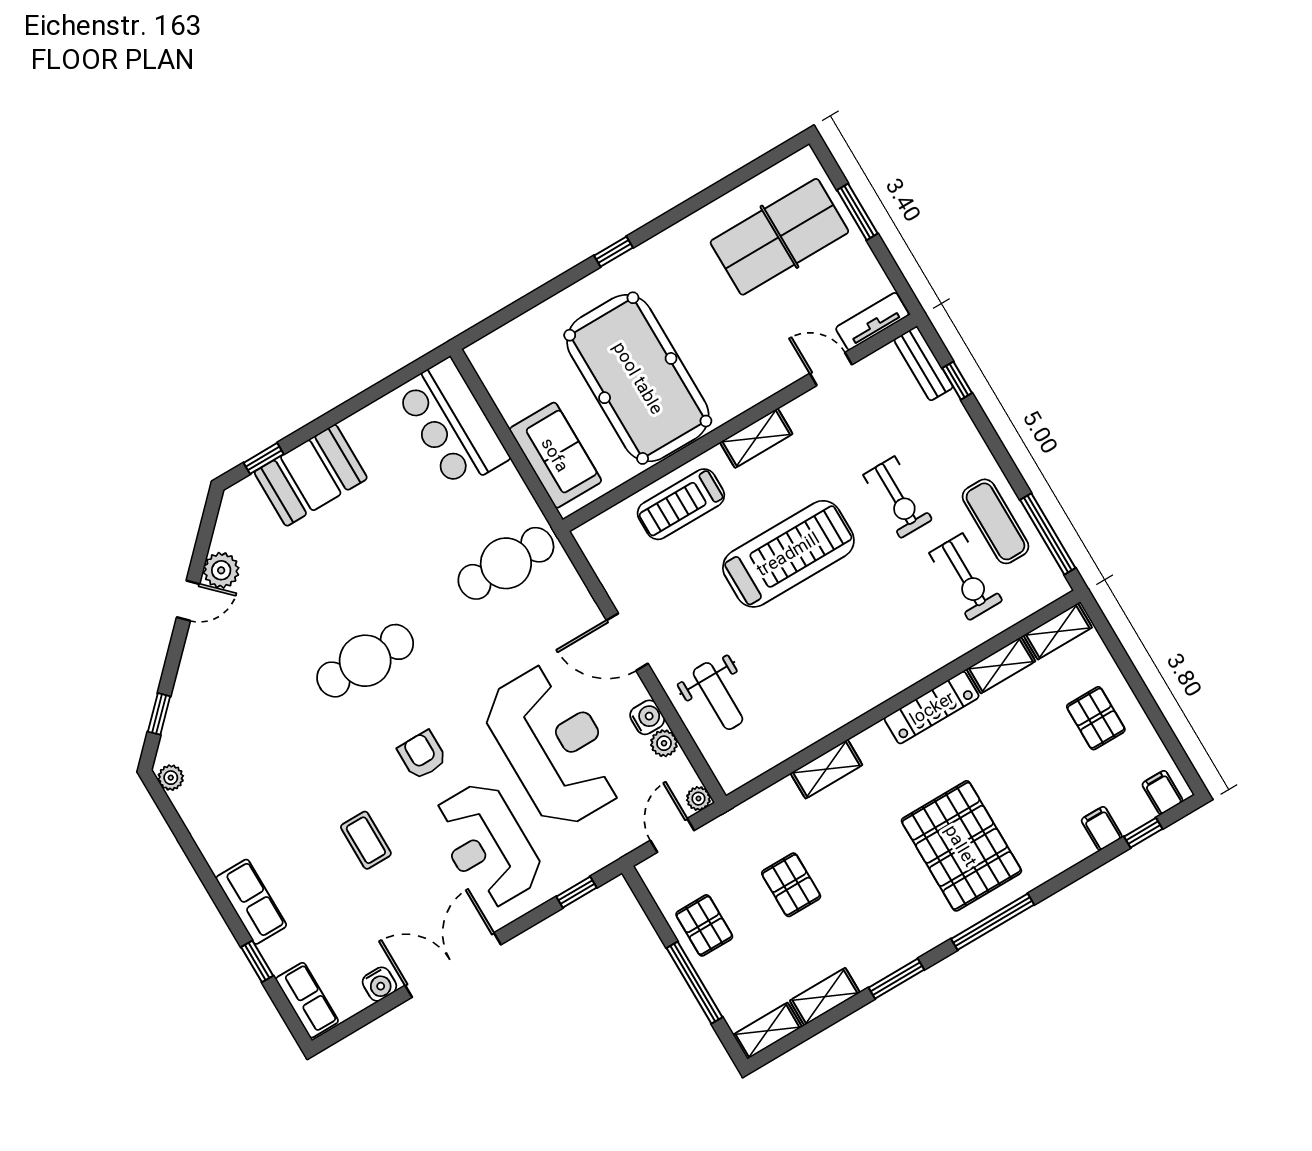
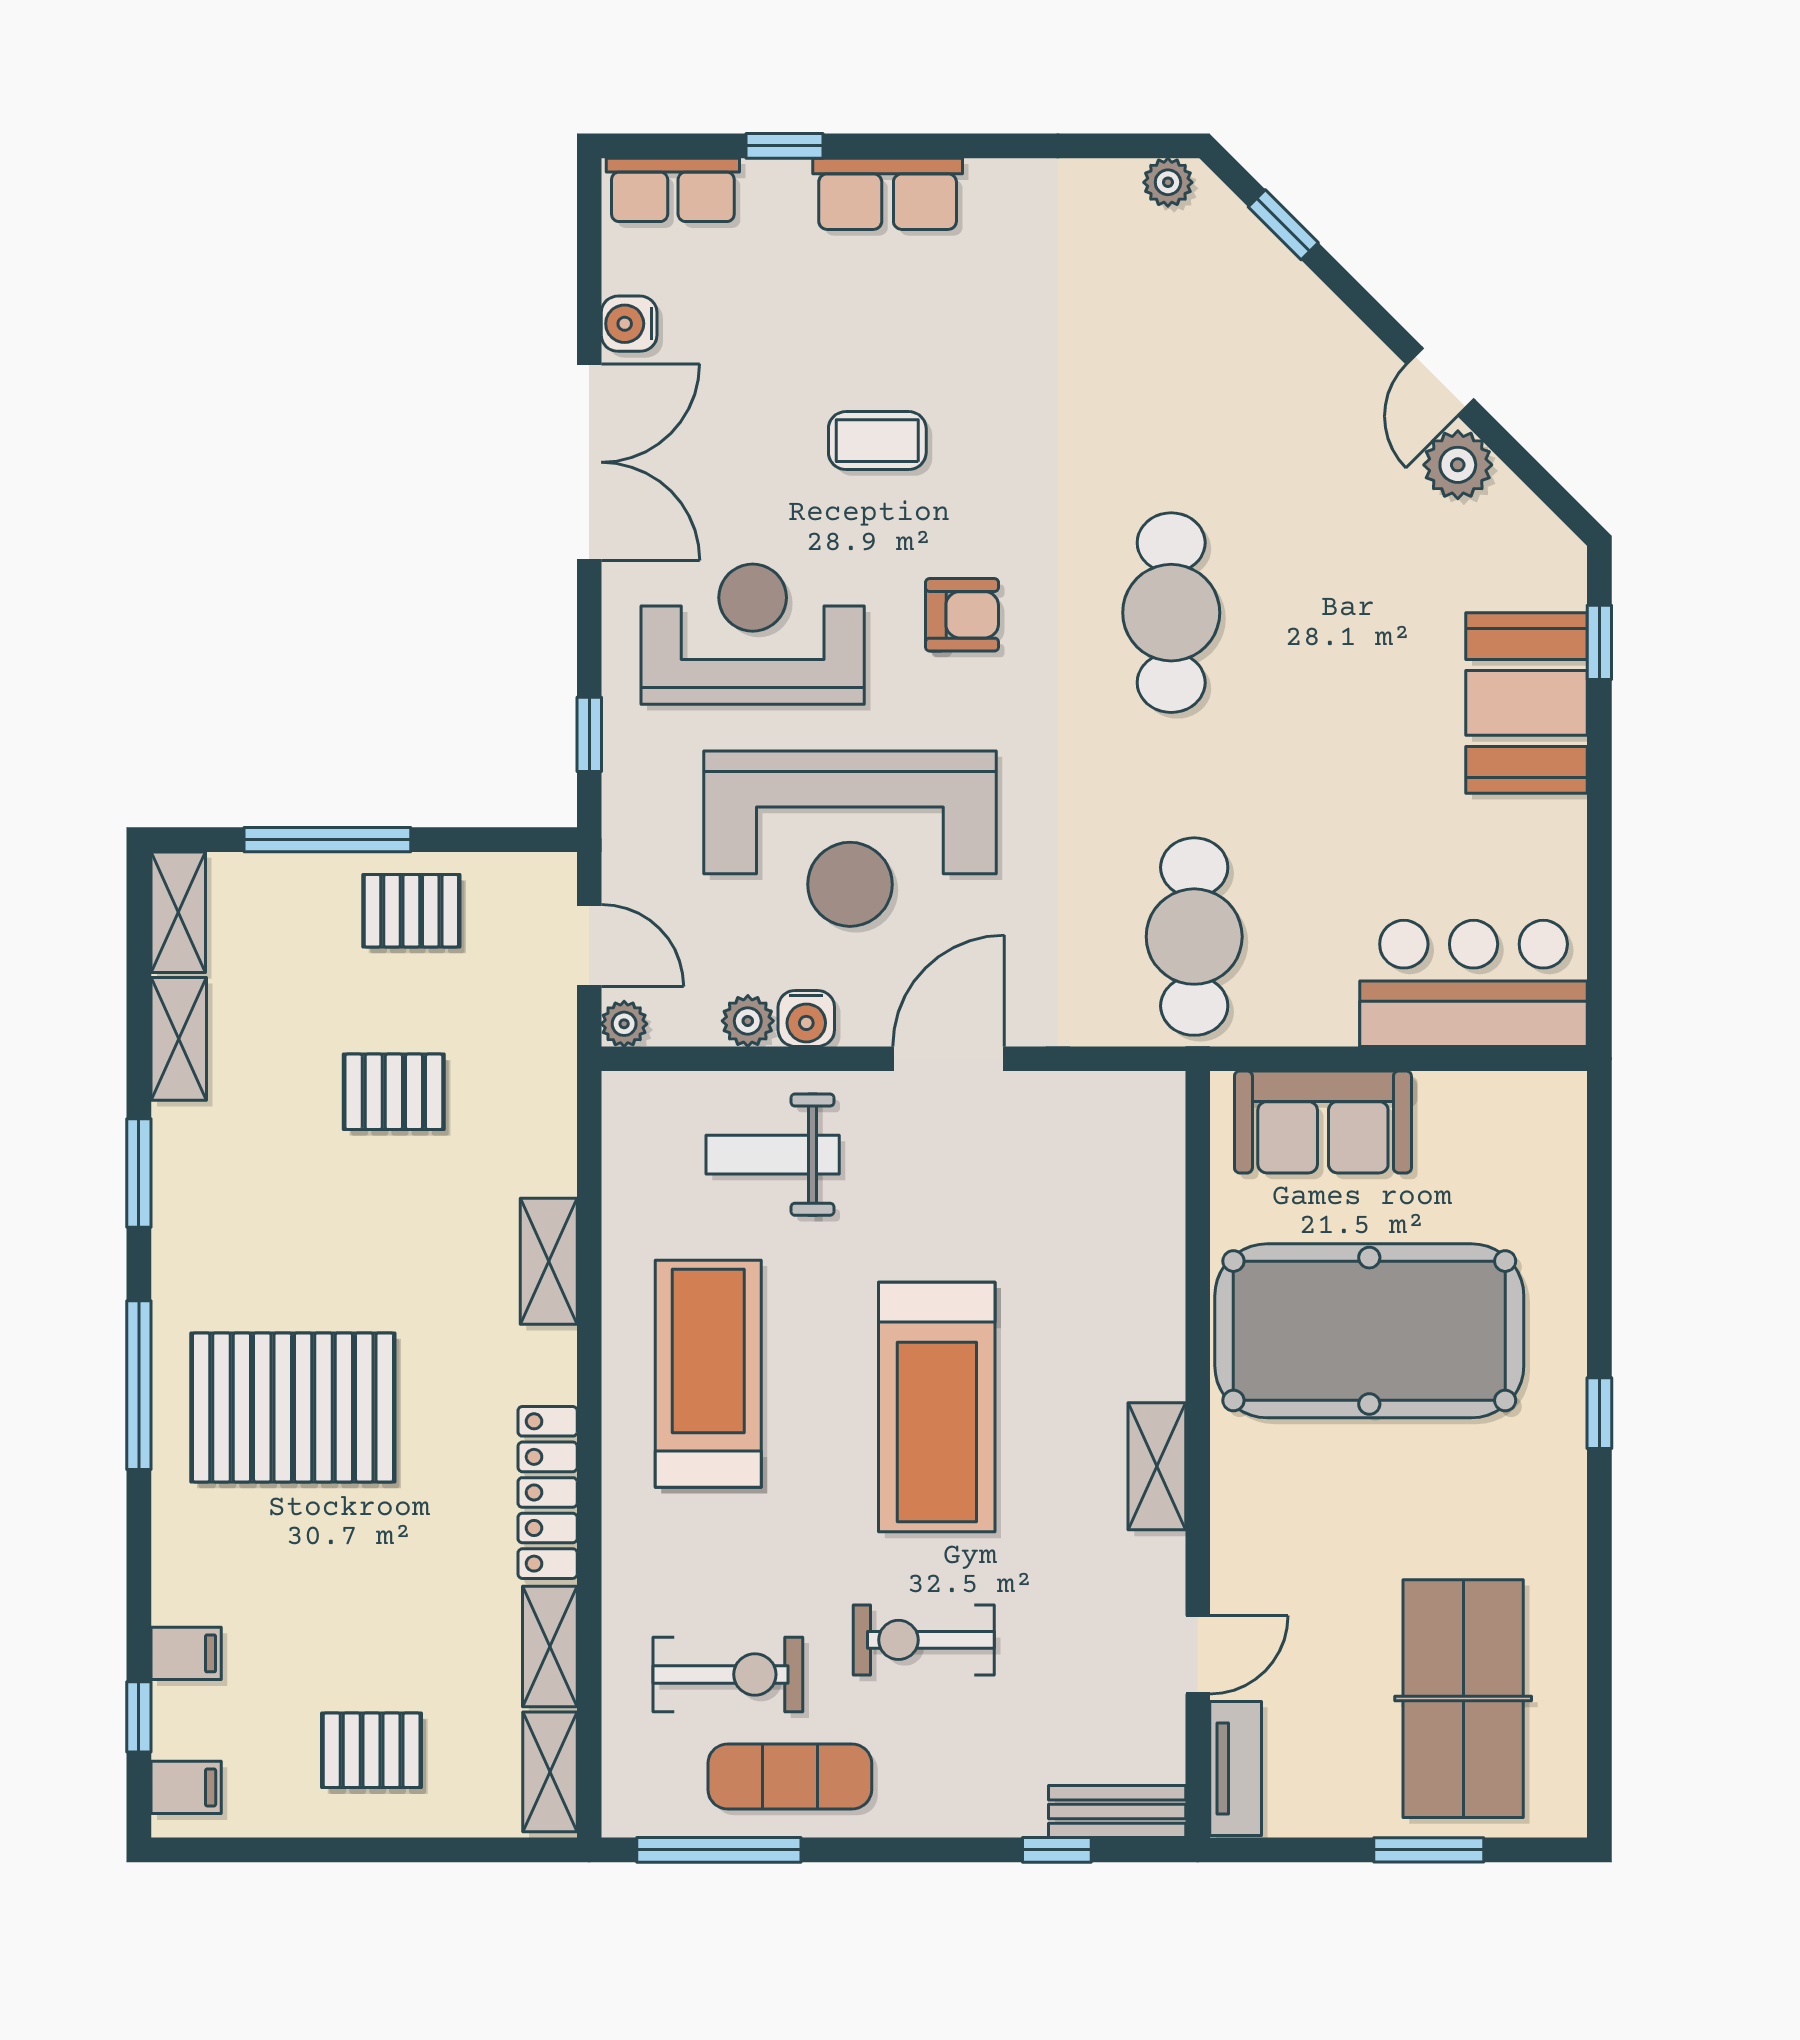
treadmill: (681, 504) -> (708, 1374), moved, width x1.37, depth x1.38
exercise bike: (966, 577) -> (728, 1674), turned 180

